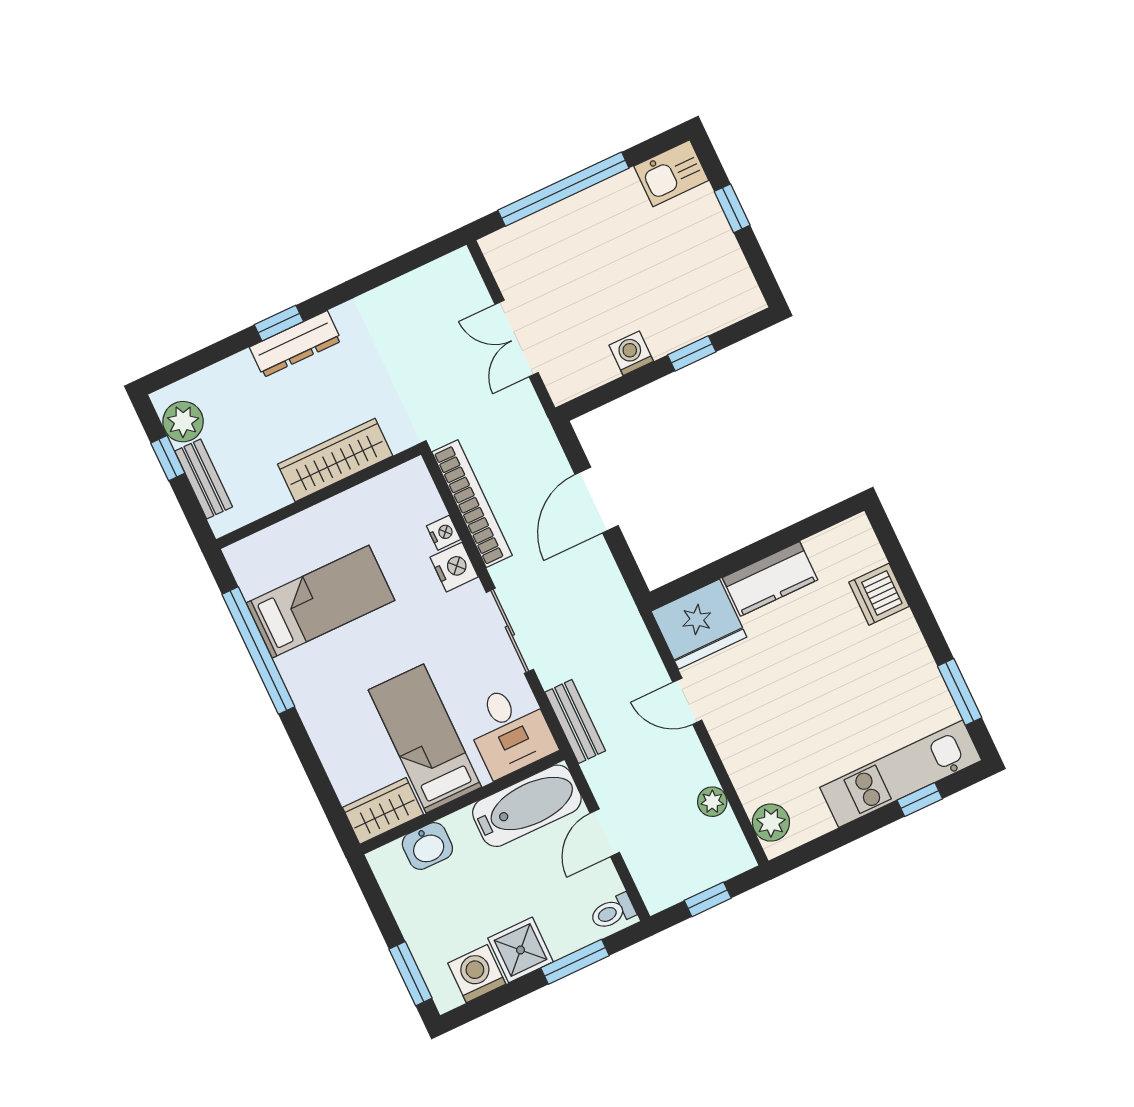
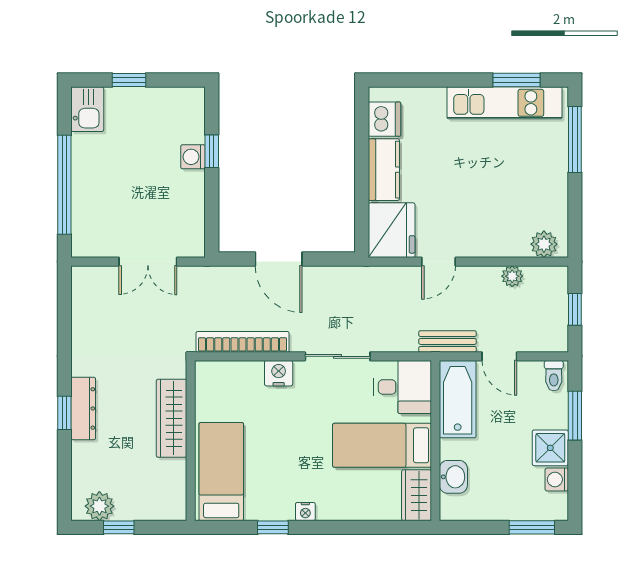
washing machine: (631, 353) -> (193, 157), moved
bench: (204, 479) -> (143, 510), removed
nightstand: (444, 533) -> (305, 512), moved, turned 180
dishwasher: (879, 594) -> (384, 119), moved, turned -90
bed: (320, 602) -> (221, 472), moved
window: (258, 651) -> (273, 527), width x0.32
bench: (575, 721) -> (447, 341), moved
kitchen unit: (901, 774) -> (504, 103), moved, turned -90
window: (920, 800) -> (575, 139), width x2.17
washing machine: (477, 974) -> (557, 479), width x0.73, depth x0.73

